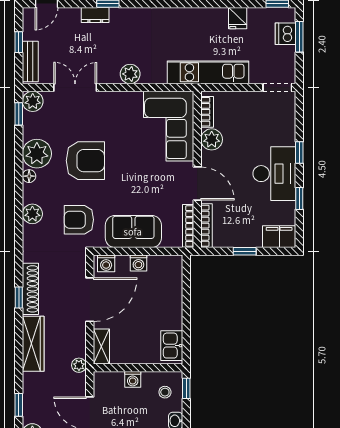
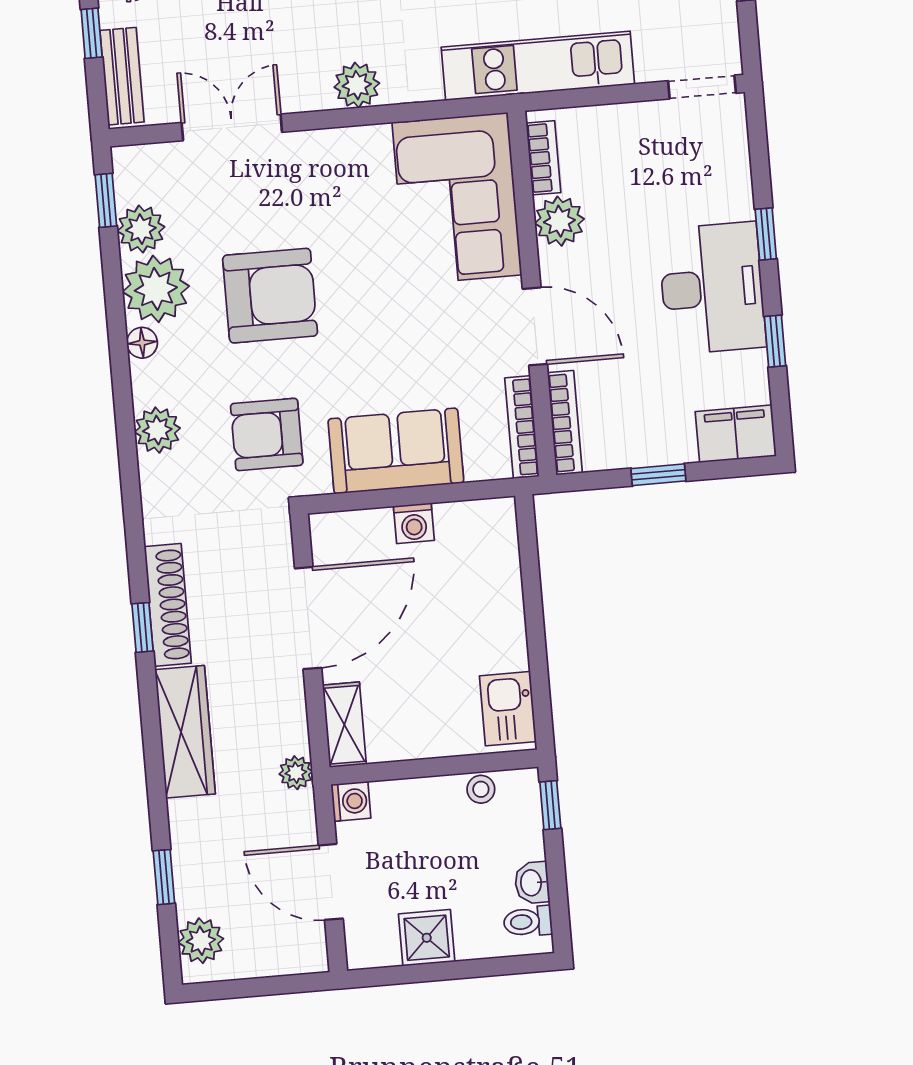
plant: (33, 101) -> (141, 229), moved
washing machine: (106, 263) -> (339, 530), removed
washing machine: (133, 379) -> (351, 801), moved, turned -90
stool: (165, 392) -> (481, 789), moved

